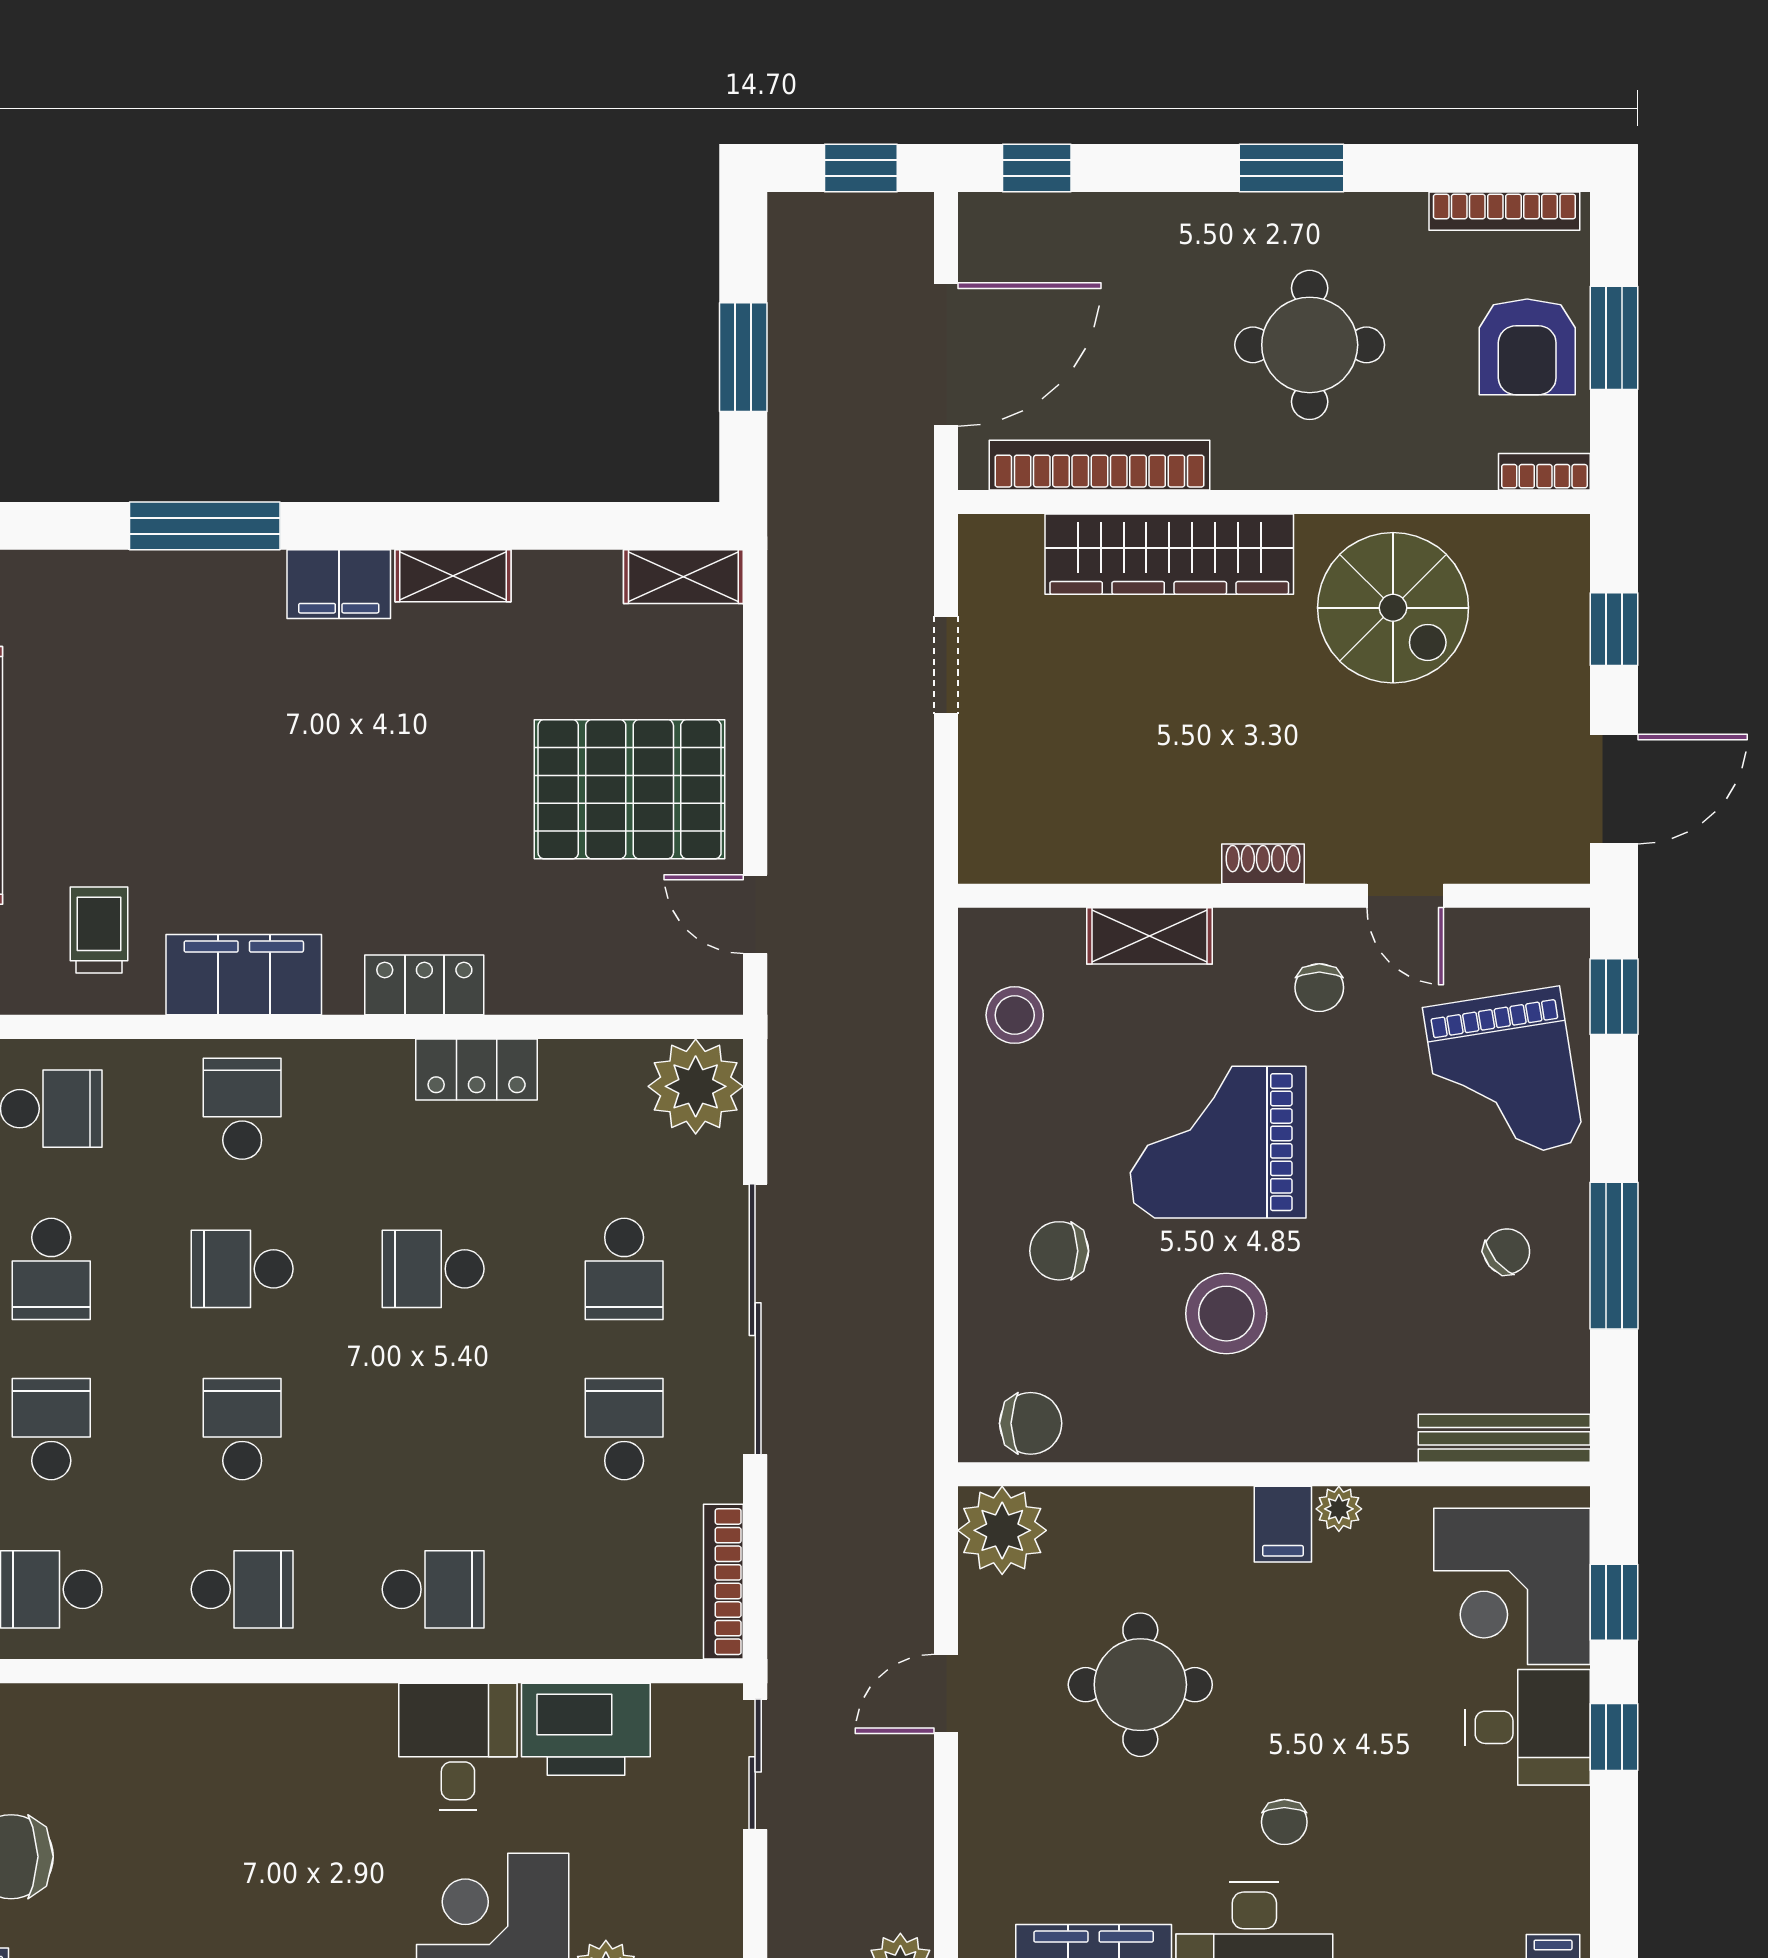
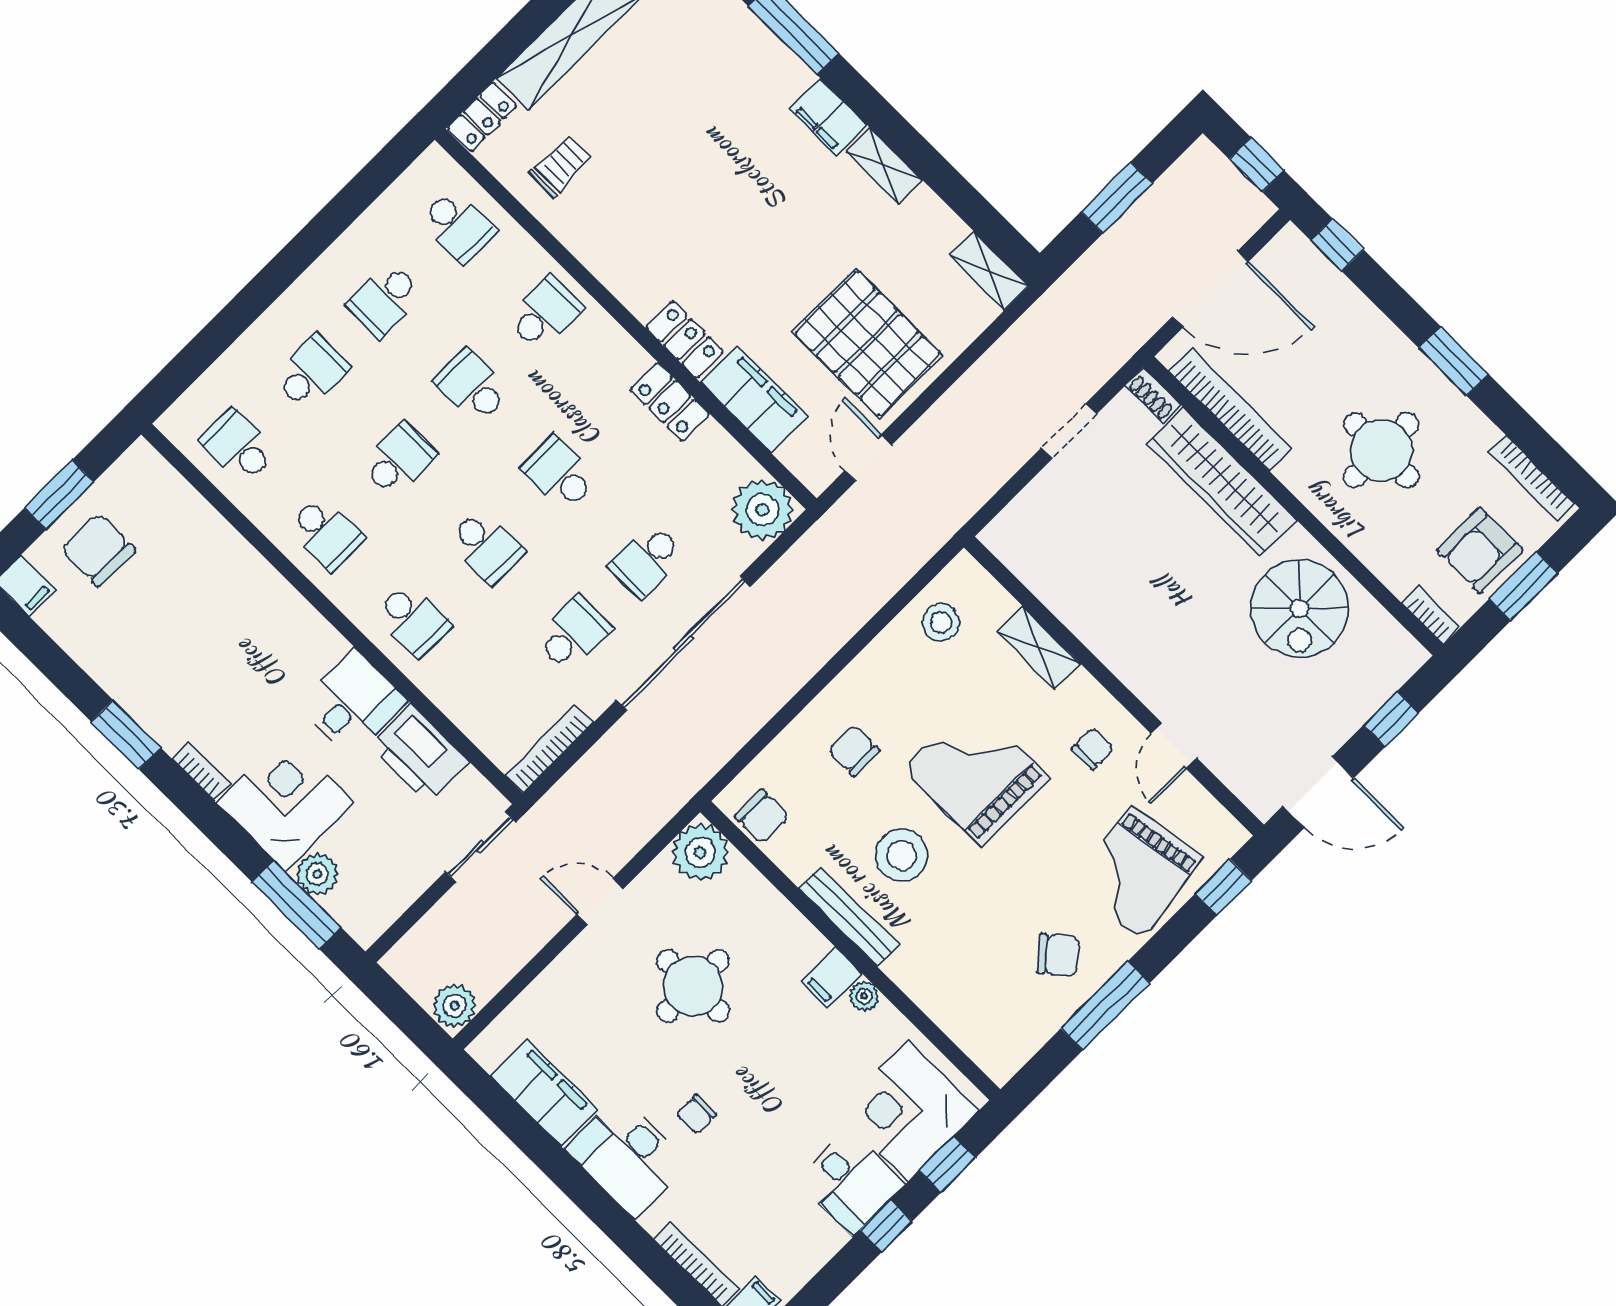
shoe rack: (1263, 864) -> (1153, 395), moved, turned 180
filing cabinet: (244, 975) -> (754, 399), moved
chair: (1319, 988) -> (1093, 749), turned 180
chair: (1507, 1252) -> (1058, 955), width x1.37, depth x1.37
school desk: (433, 1429) -> (486, 547), added
bench: (1504, 1438) -> (849, 917), moved

